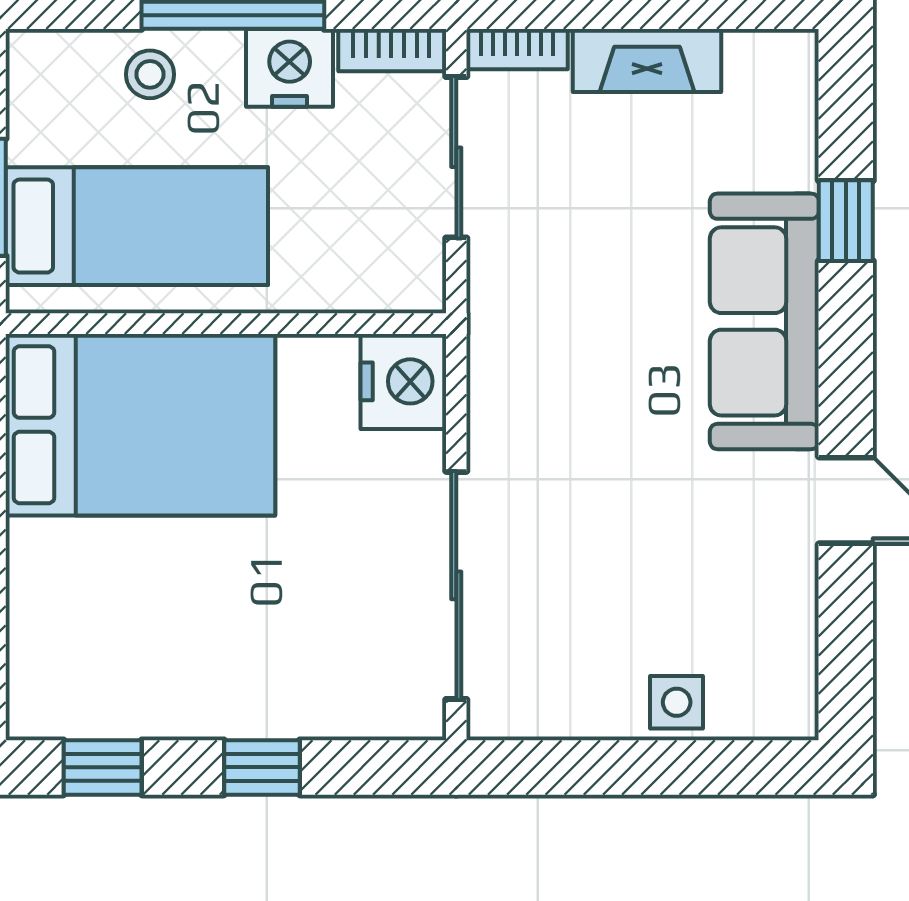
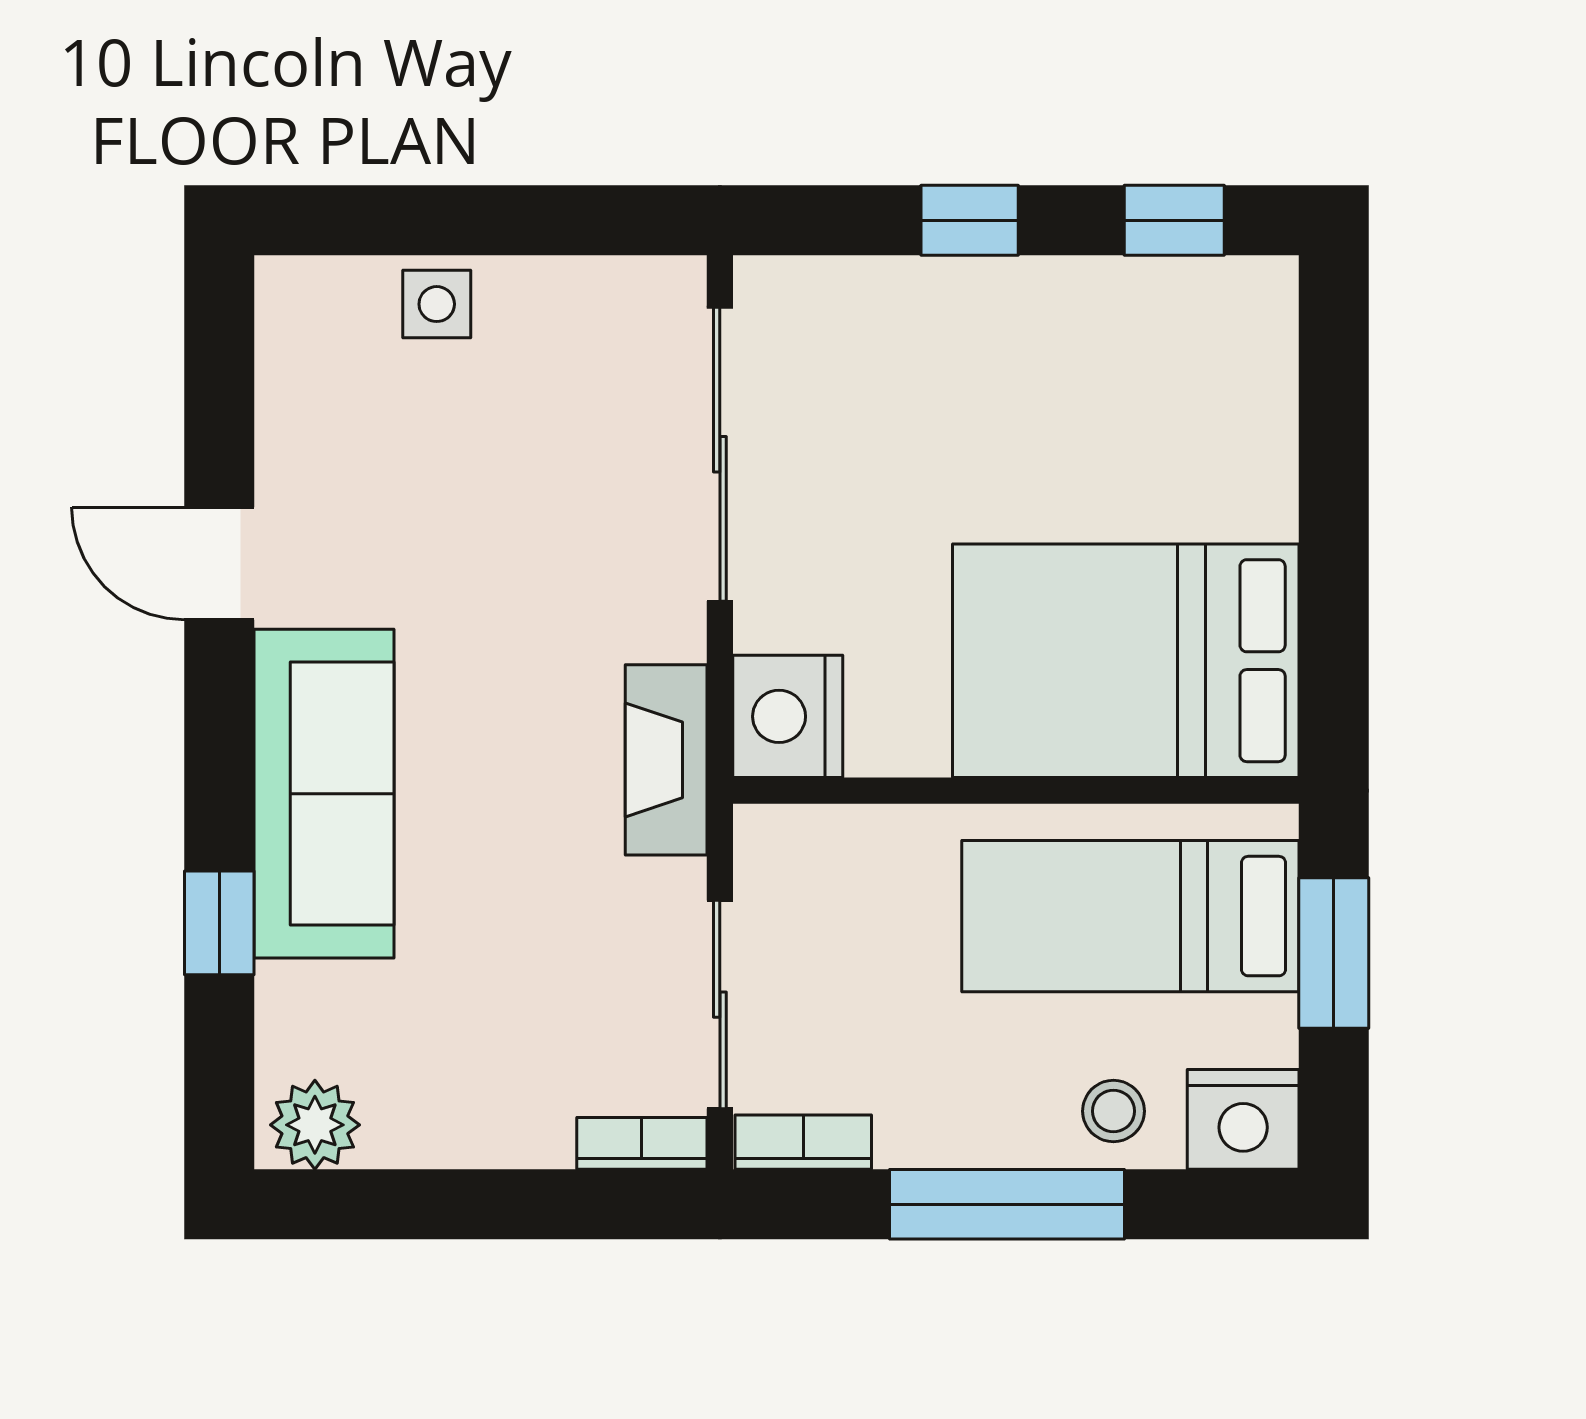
fireplace: (647, 61) -> (666, 760), moved, turned -90
plant: (771, 64) -> (315, 1125), added
nightstand: (290, 68) -> (1243, 1119), moved

